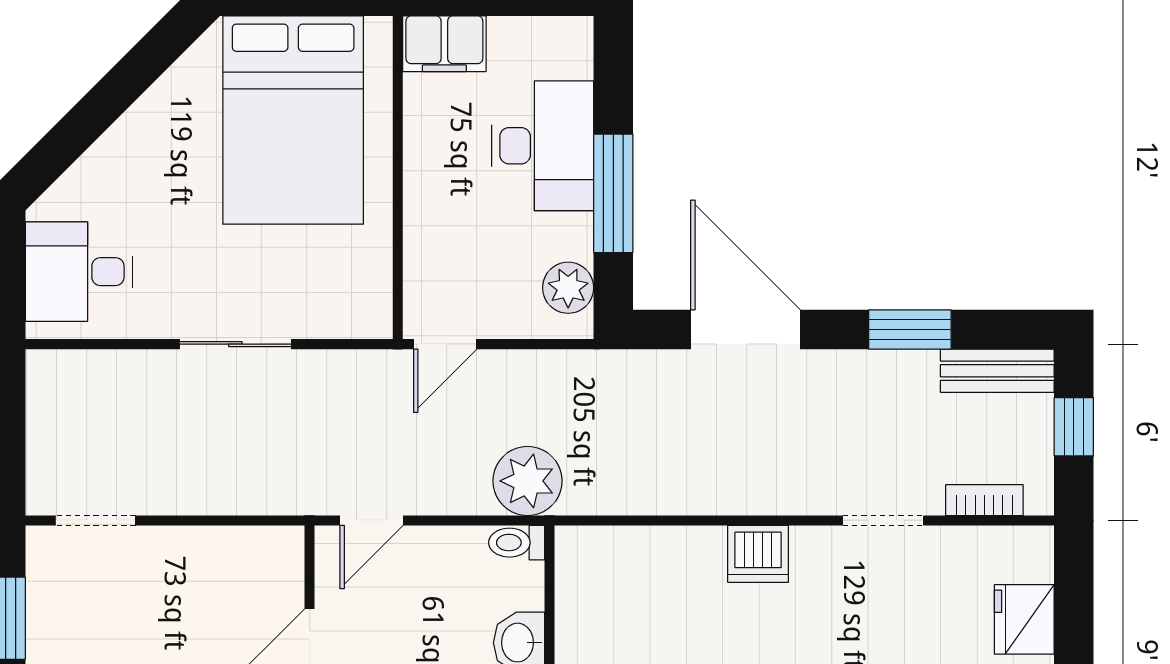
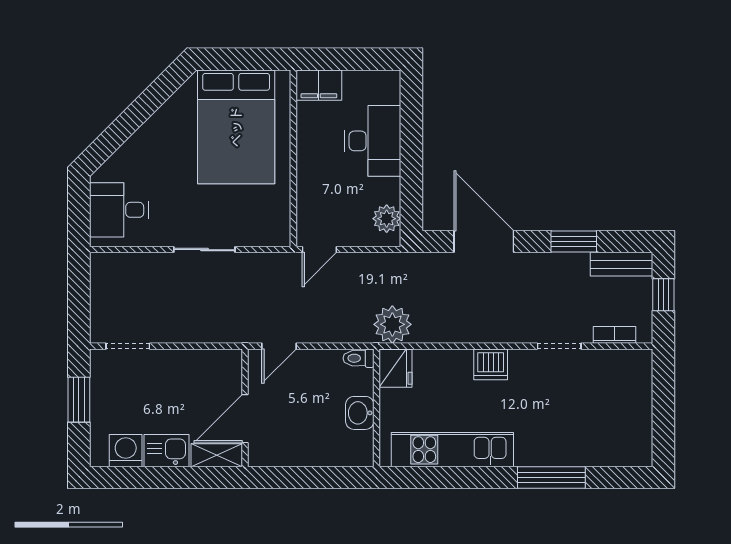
window: (613, 193) -> (411, 167), removed
plant: (528, 481) -> (392, 324), moved
fridge: (1024, 619) -> (396, 368), moved, turned 180

